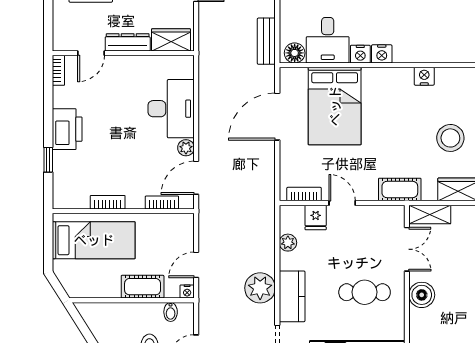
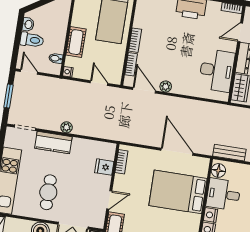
door: (91, 53) -> (240, 32), hinge flipped
desk: (171, 109) -> (217, 70), moved, turned -90
bookcase: (108, 202) -> (135, 40), moved
door: (342, 203) -> (109, 200), moved
plant: (288, 243) -> (90, 146), removed
door: (196, 265) -> (99, 83), moved
plant: (260, 288) -> (67, 127), width x0.53, depth x0.53

